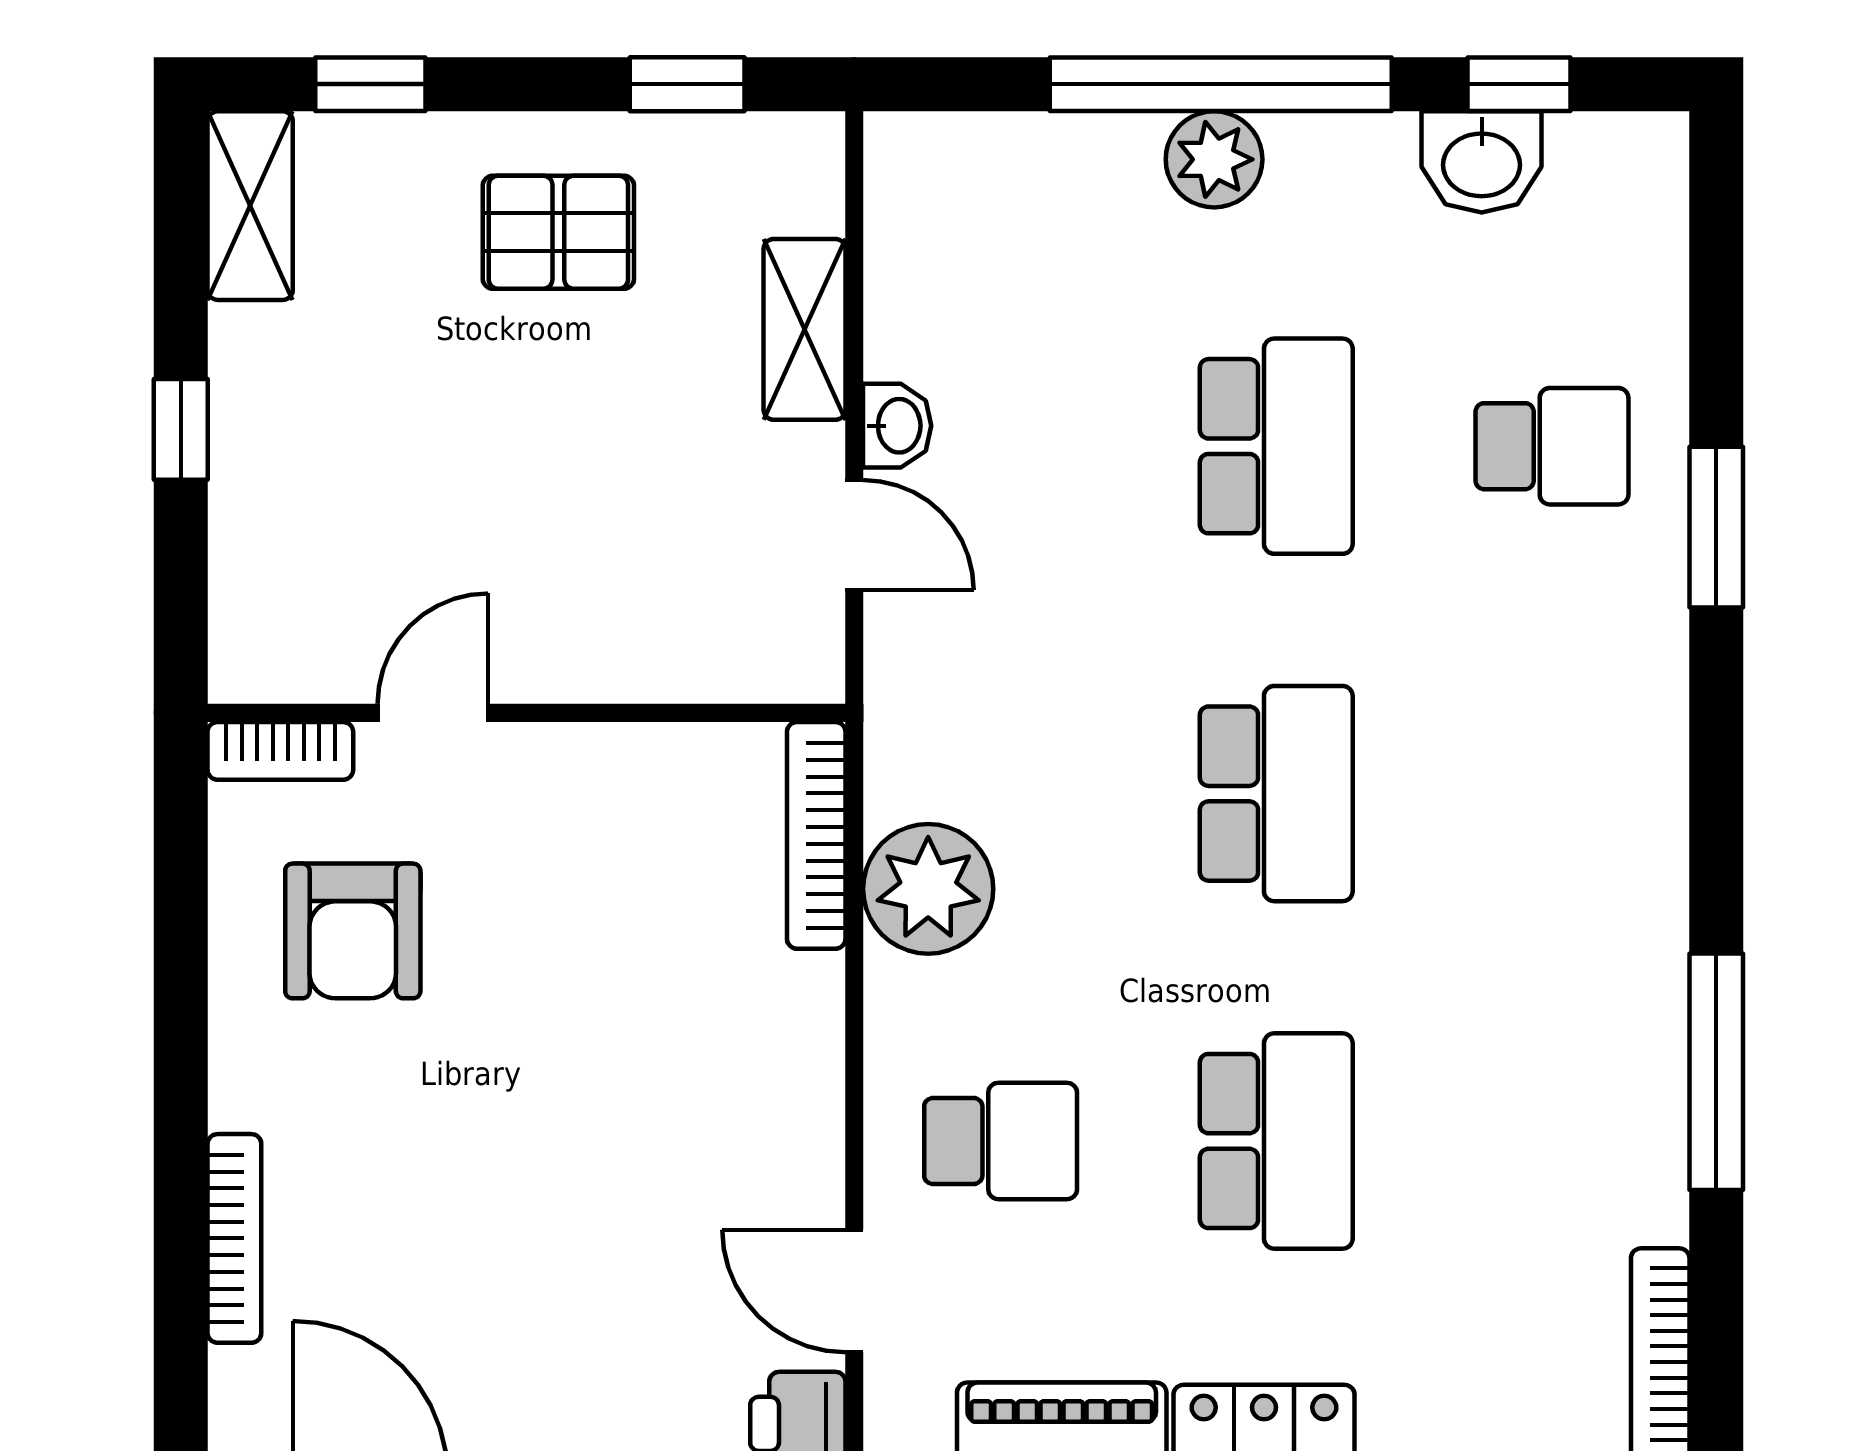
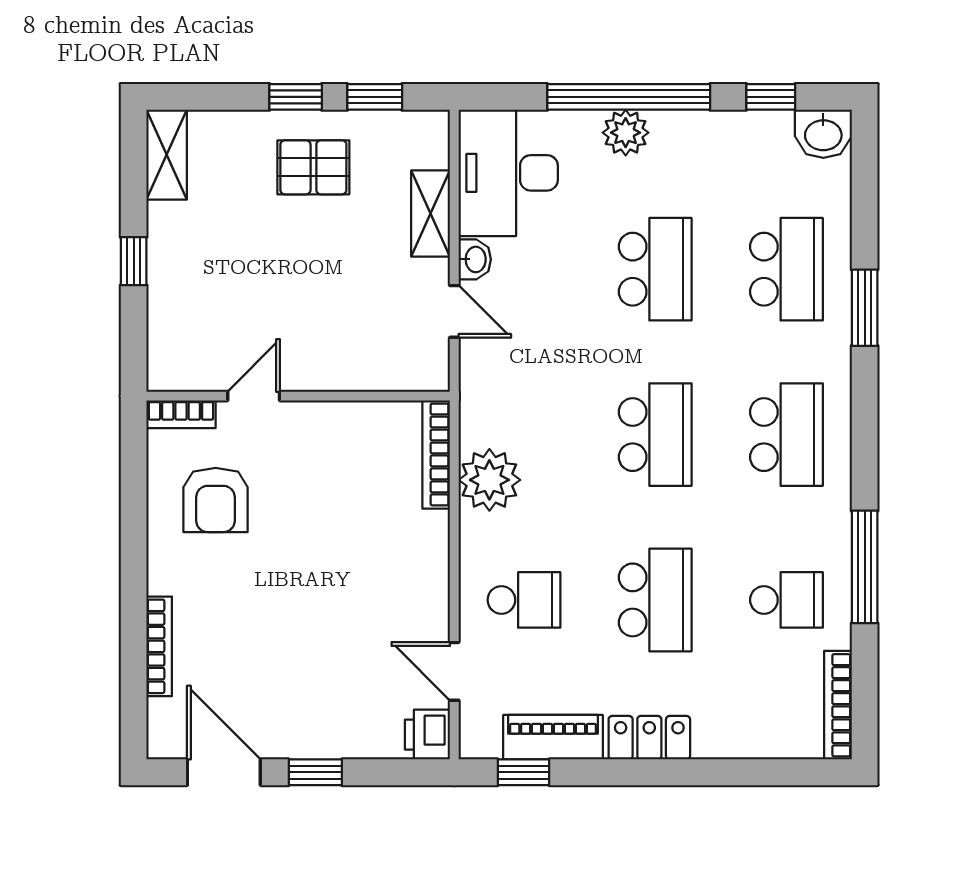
window: (370, 84) -> (296, 97), moved
washbasin: (1482, 162) -> (823, 134), moved
desk: (967, 244) -> (508, 173), added
school desk: (1552, 446) -> (786, 269), width x1.85
school desk: (1552, 794) -> (786, 435), added
school desk: (1552, 1141) -> (786, 600), added

